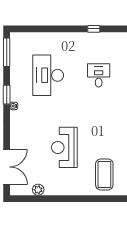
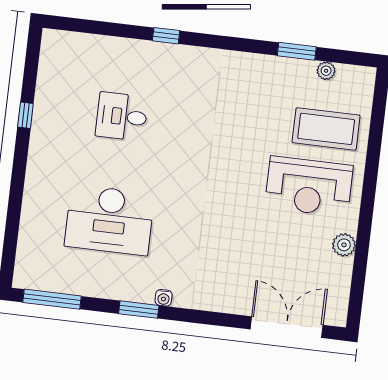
reception desk: (64, 147) -> (309, 187), moved
plant: (38, 190) -> (344, 245), moved

